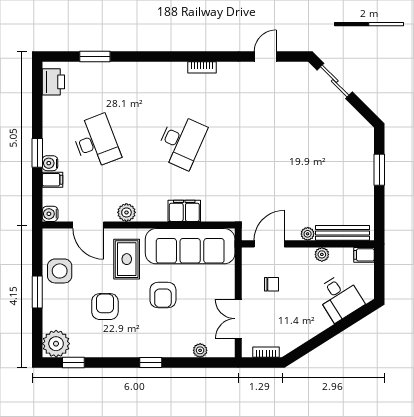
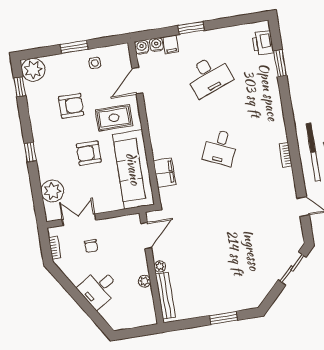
printer: (53, 82) -> (263, 43), moved, turned 90
desk: (181, 142) -> (220, 148), width x0.73
water cooler: (50, 163) -> (156, 45), moved
filing cabinet: (184, 211) -> (165, 173), moved
plant: (126, 212) -> (153, 111), removed
door: (269, 244) -> (146, 236), hinge flipped
filing cabinet: (364, 255) -> (150, 317), removed
side table: (60, 271) -> (95, 63), width x0.54, depth x0.54
chair: (271, 284) -> (91, 246), moved
desk: (340, 297) -> (99, 288), moved
plant: (200, 350) -> (52, 191), width x1.87, depth x1.87

